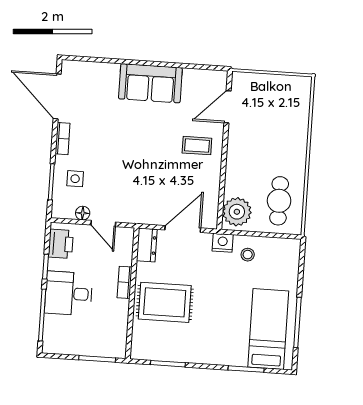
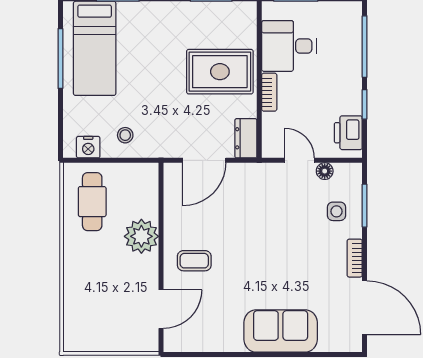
sofa: (150, 83) -> (281, 331), moved
plant: (237, 212) -> (141, 236), moved
nightstand: (223, 243) -> (88, 147), moved
desk: (69, 293) -> (289, 46), moved, turned 180

